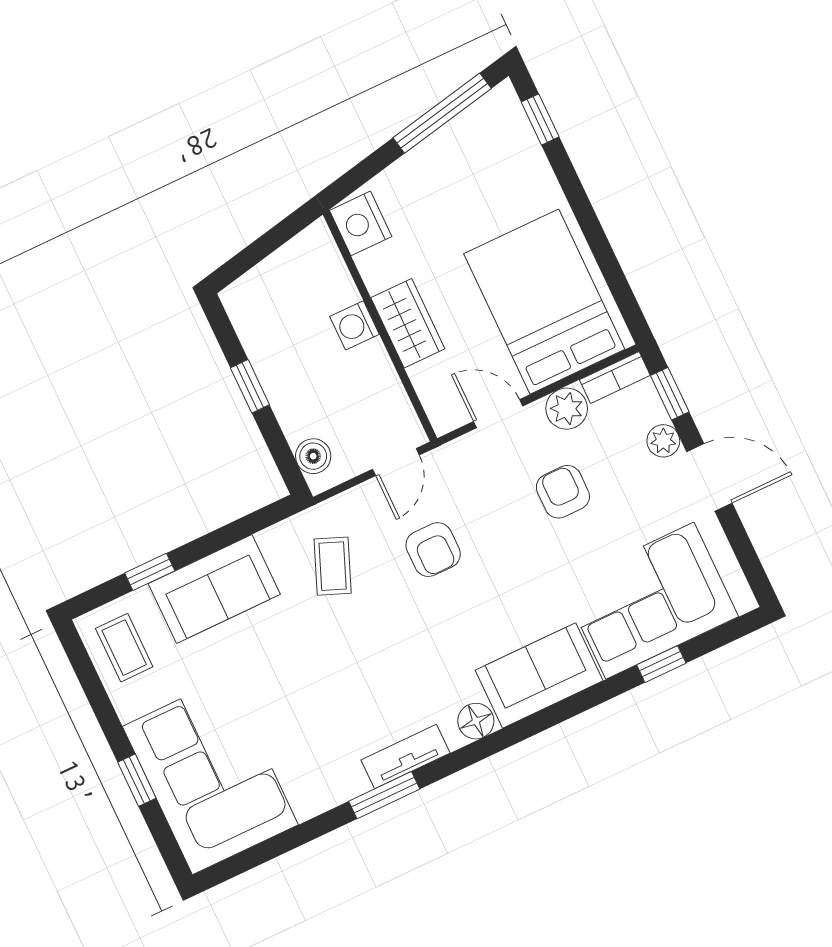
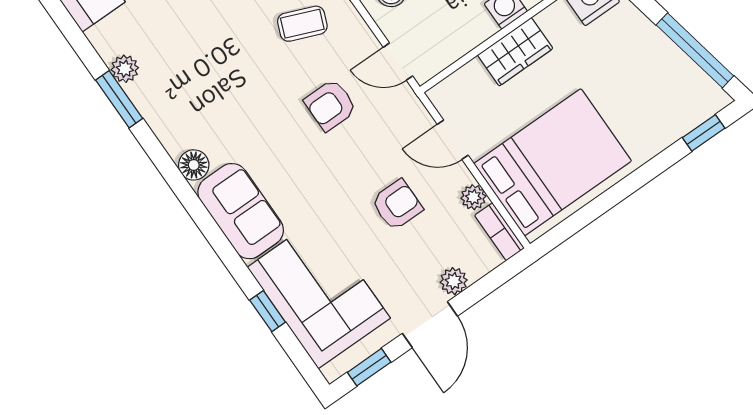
window: (670, 394) -> (369, 367), moved
plant: (567, 409) -> (473, 197), width x0.73, depth x0.73
door: (498, 414) -> (453, 140), swing flipped
tv unit: (406, 757) -> (154, 111), removed
plant: (350, 782) -> (125, 69), added

